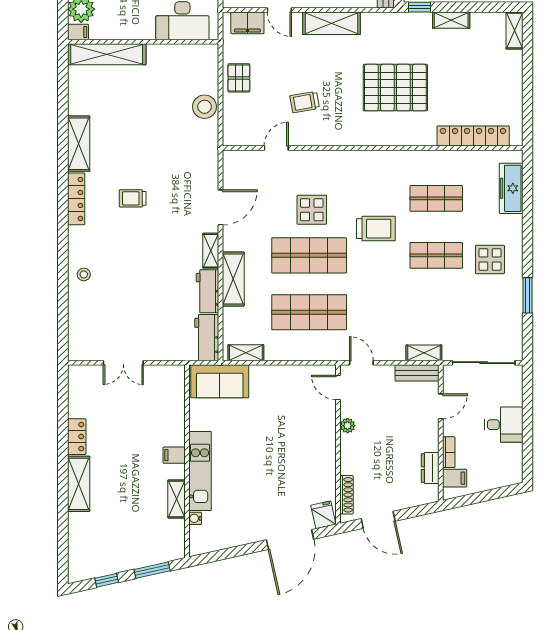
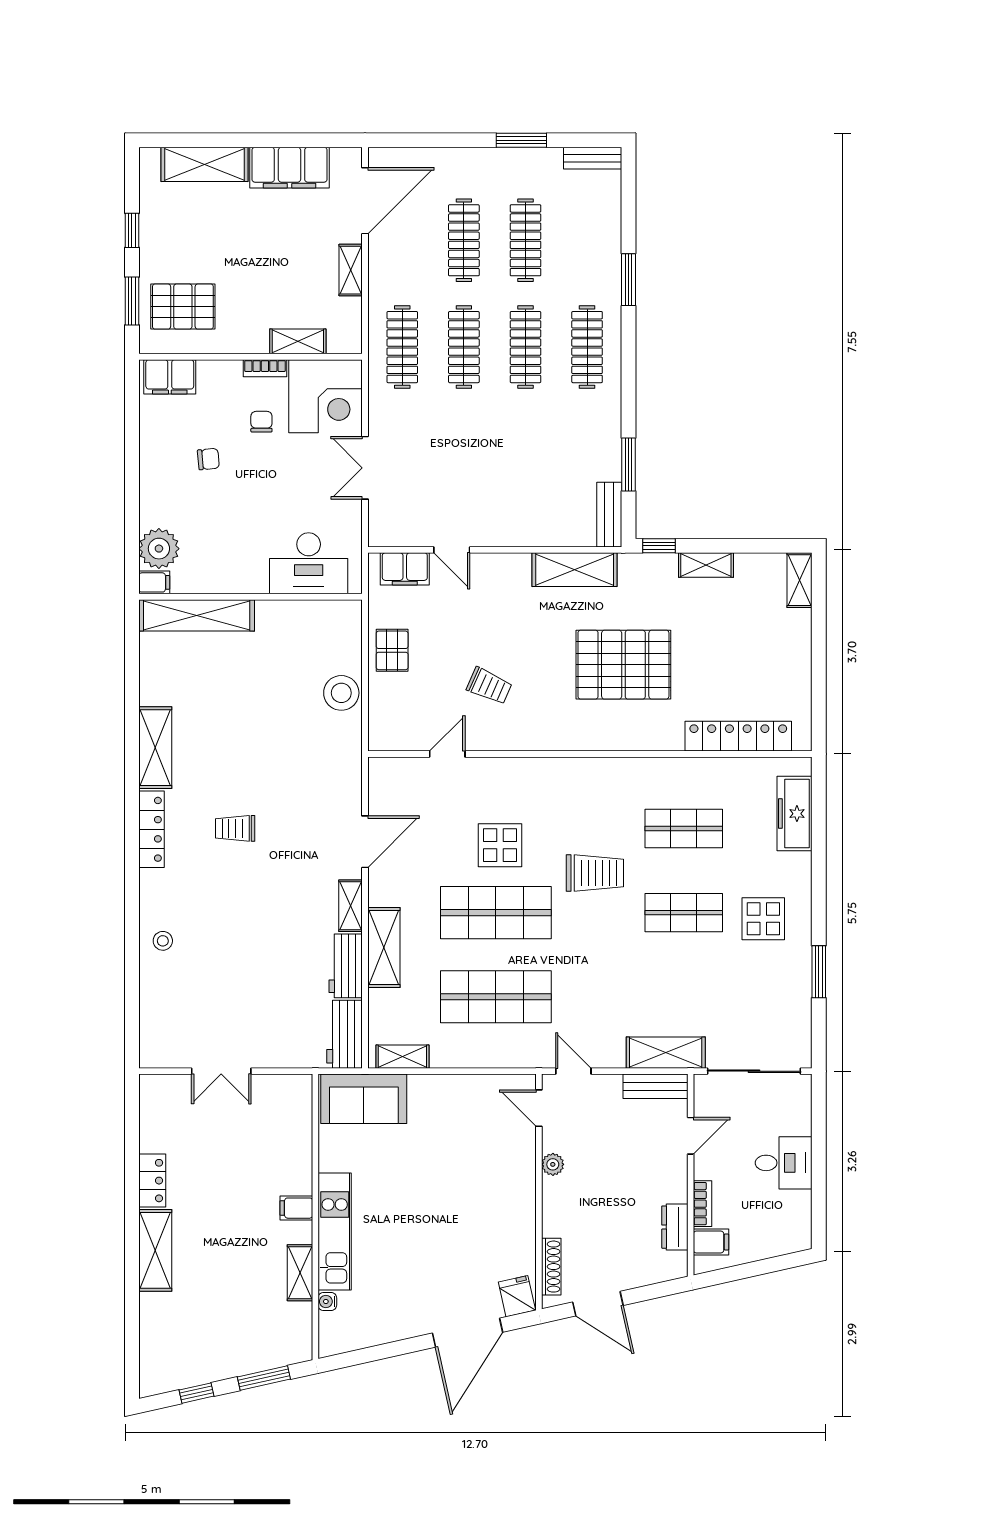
shelving: (332, 23) -> (575, 570), moved
trolley: (305, 102) -> (489, 686), turned -146
shelving: (424, 353) -> (666, 1053), width x1.50, depth x1.33

